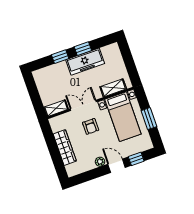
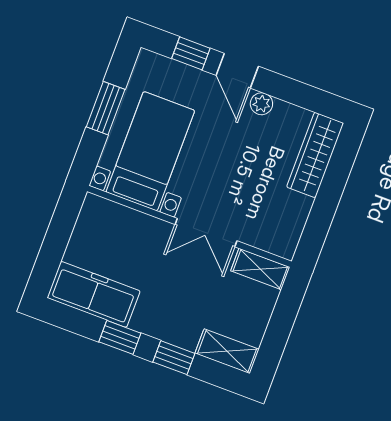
freezer: (85, 62) -> (94, 294), moved
shelving: (113, 88) -> (227, 351), moved
armchair: (91, 126) -> (225, 183), removed
wardrobe: (65, 147) -> (315, 155), moved

